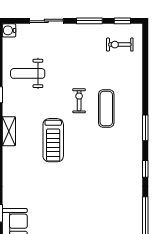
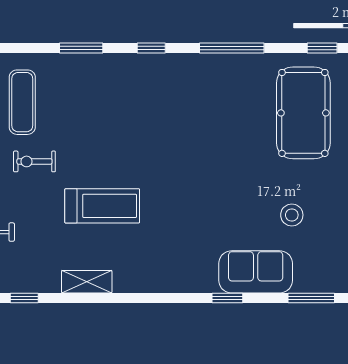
exercise mat: (106, 108) -> (22, 102), moved, turned 90

